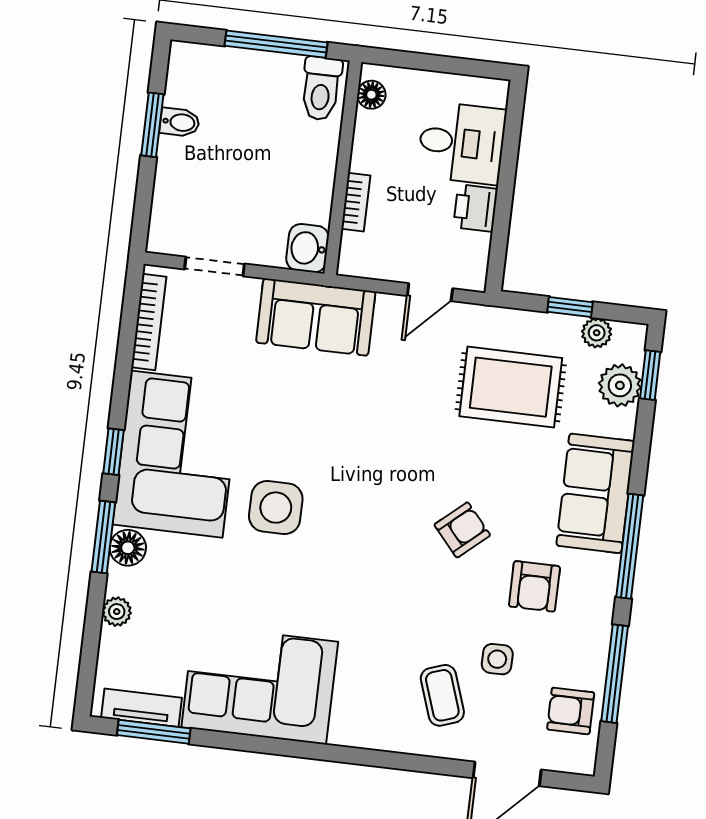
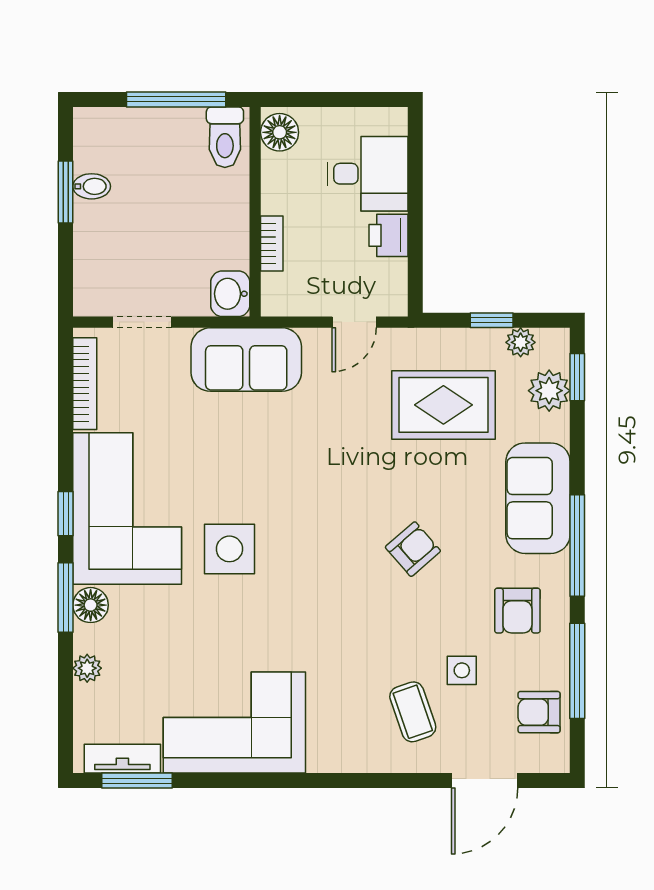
floor lamp: (371, 95) -> (280, 132), width x1.37, depth x1.37
armchair: (534, 586) -> (517, 611), moved

